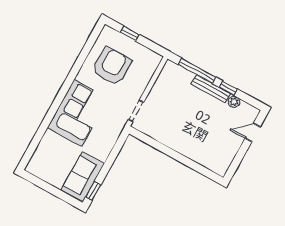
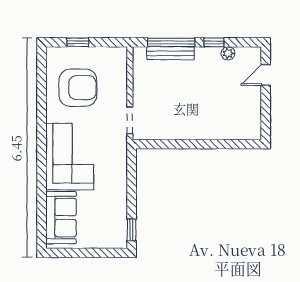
armchair: (112, 66) -> (78, 88), turned 90
bench: (211, 89) -> (170, 53), moved
sofa: (83, 177) -> (61, 218), moved, turned 180

